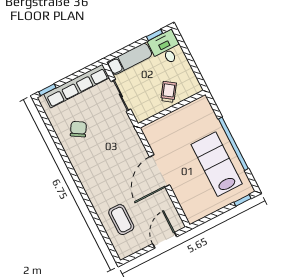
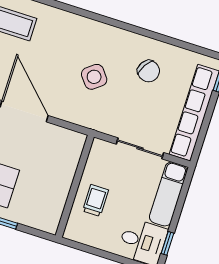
trolley: (169, 92) -> (95, 200), turned -125
side table: (108, 153) -> (94, 77), added

